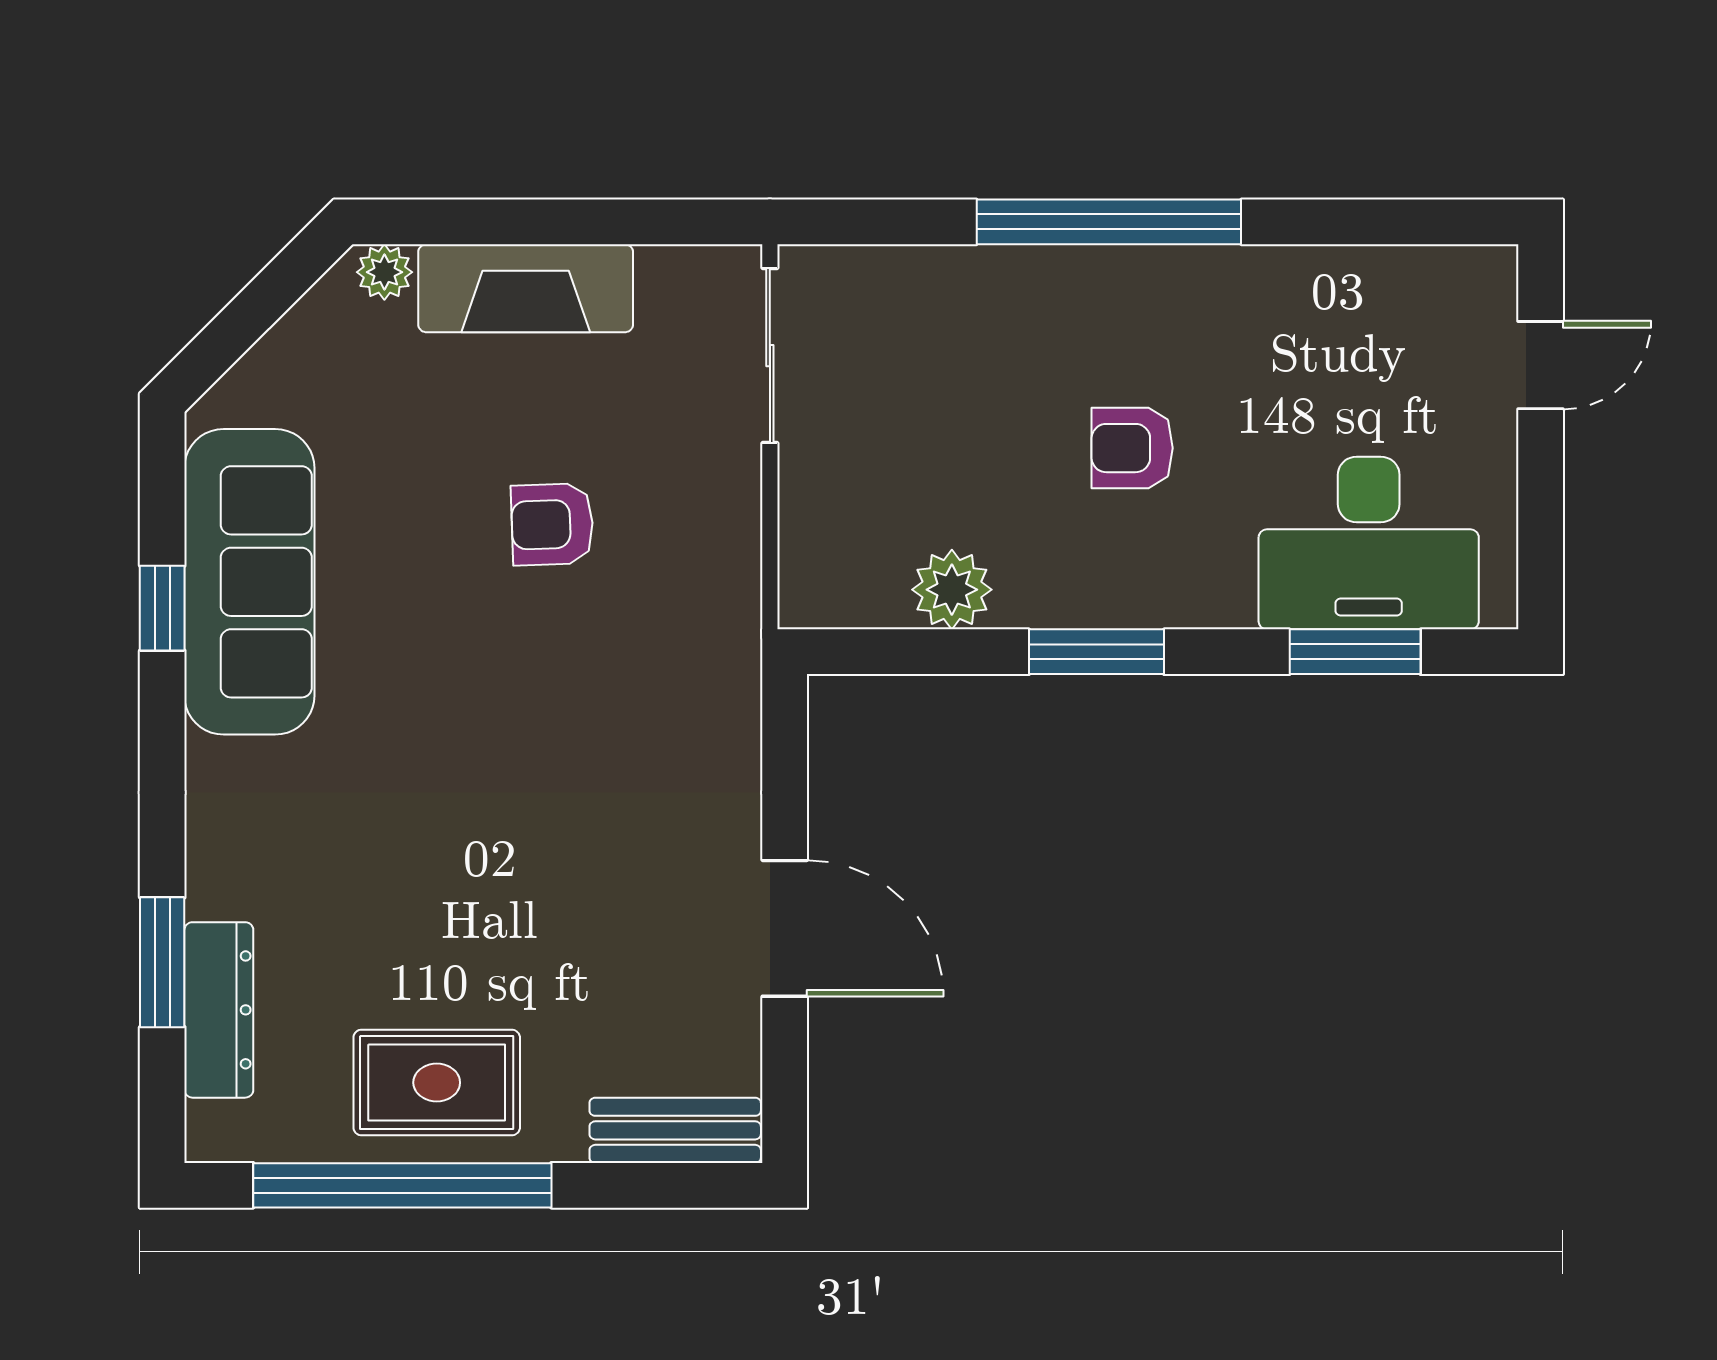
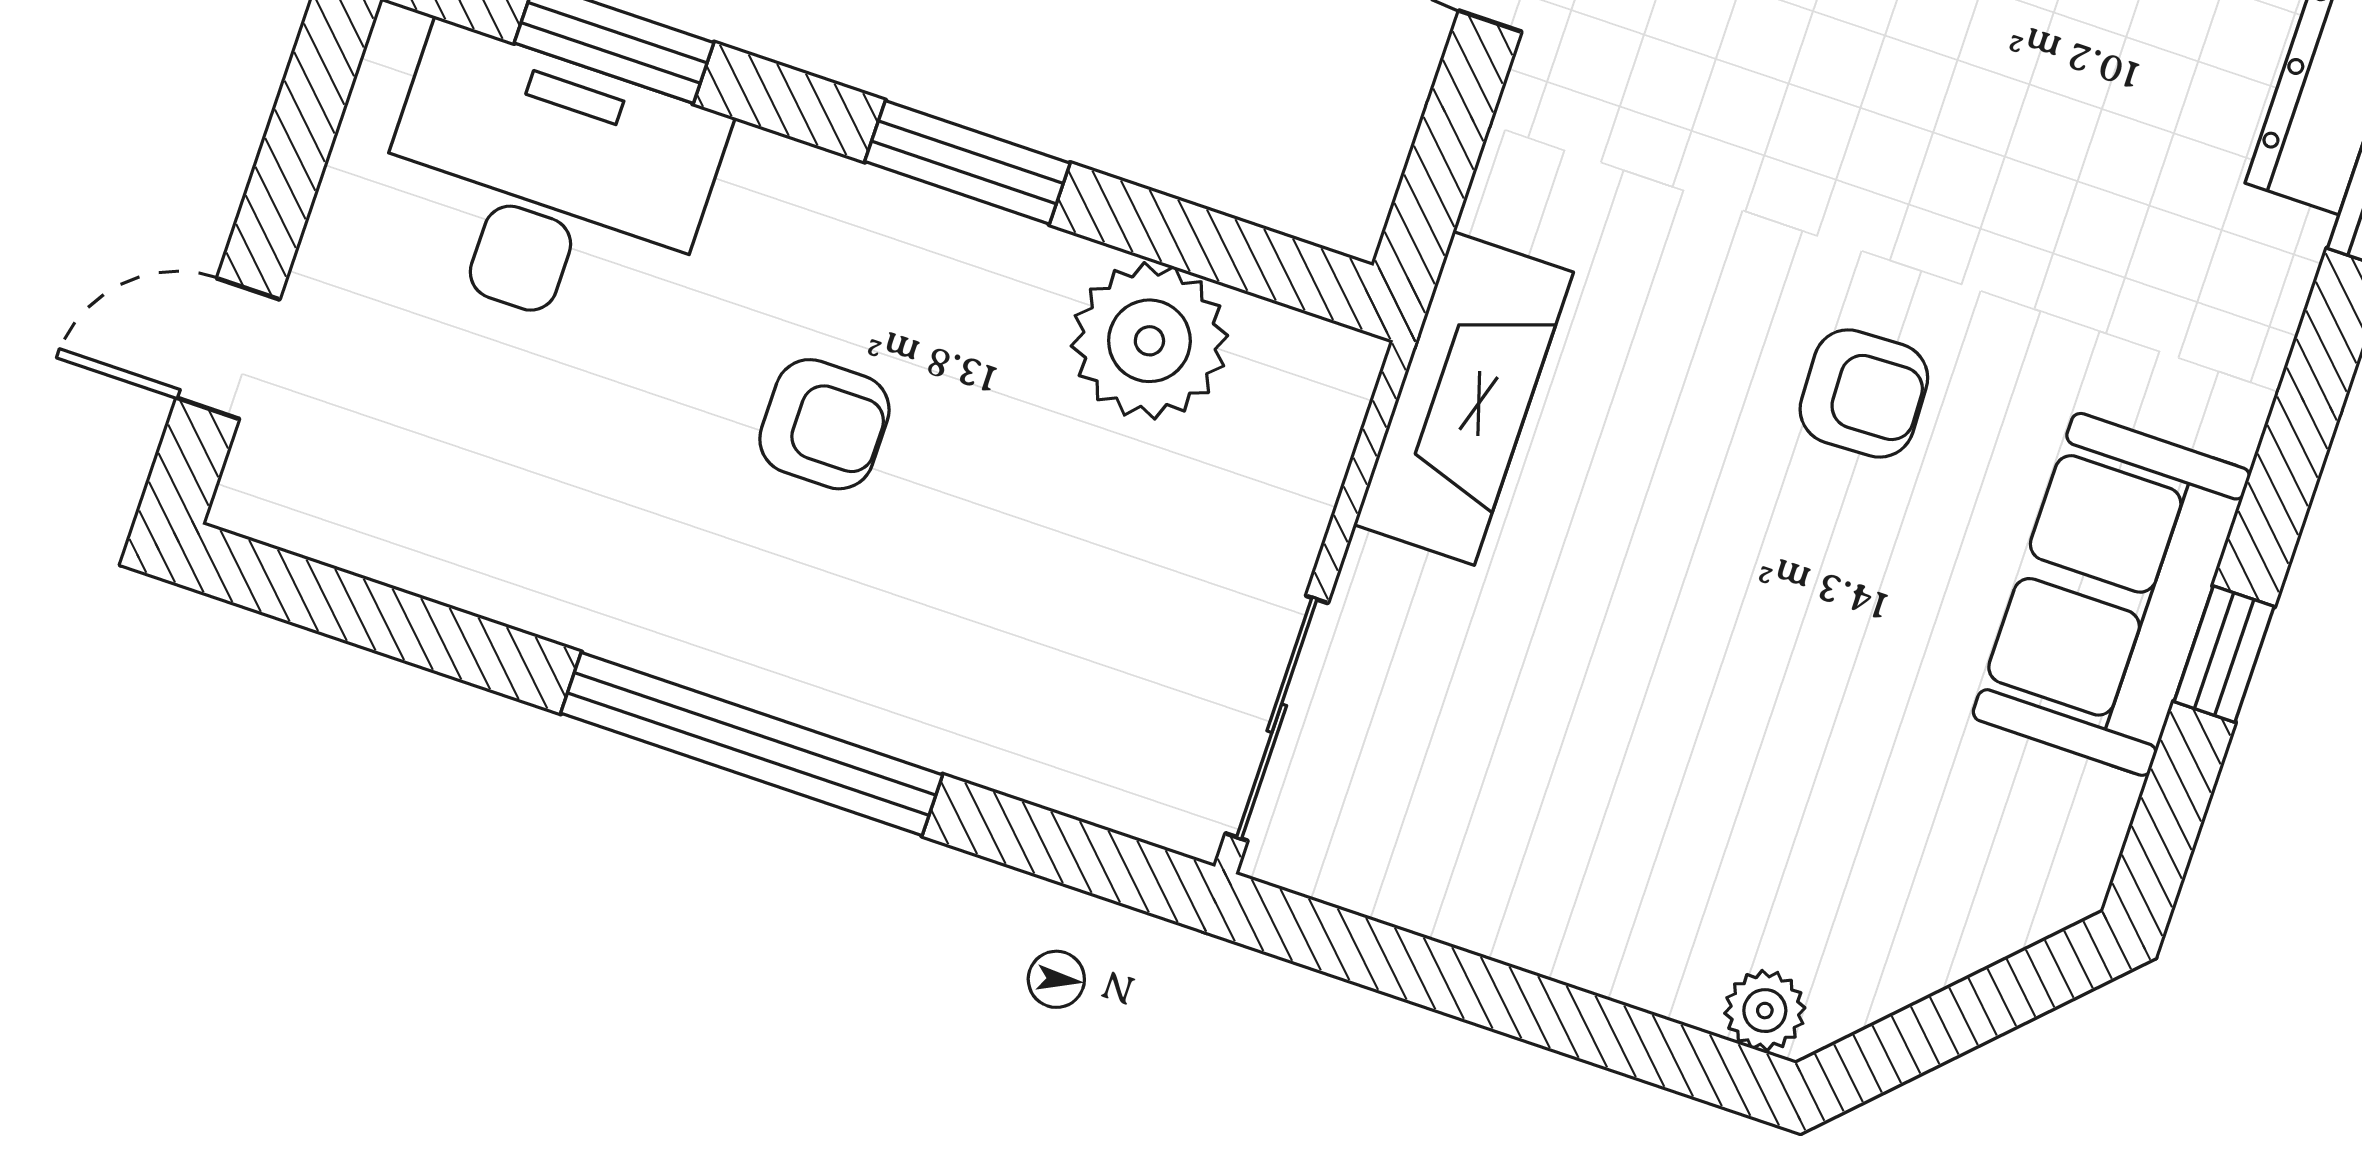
fireplace: (526, 288) -> (1464, 398), moved, turned 90
armchair: (552, 524) -> (1864, 393), moved
sofa: (249, 582) -> (2111, 594), width x0.73
plant: (952, 590) -> (1149, 341), width x1.36, depth x1.36

